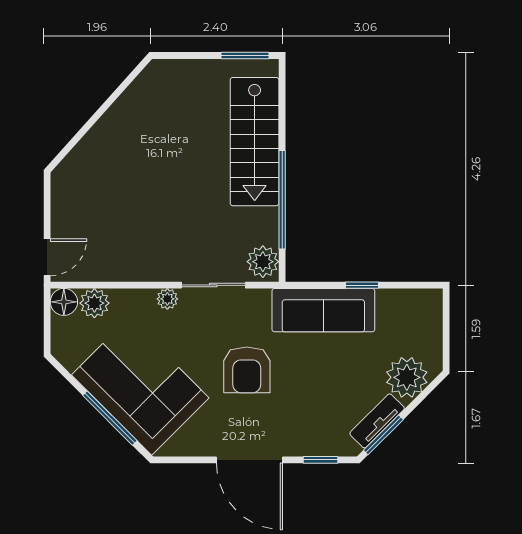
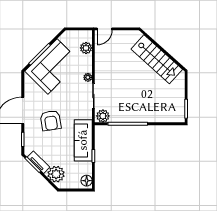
stairs: (255, 142) -> (157, 59), moved, turned -138
door: (47, 257) -> (105, 29), hinge flipped
floor lamp: (64, 302) -> (87, 181), moved
armchair: (247, 370) -> (51, 121), moved, turned -99

